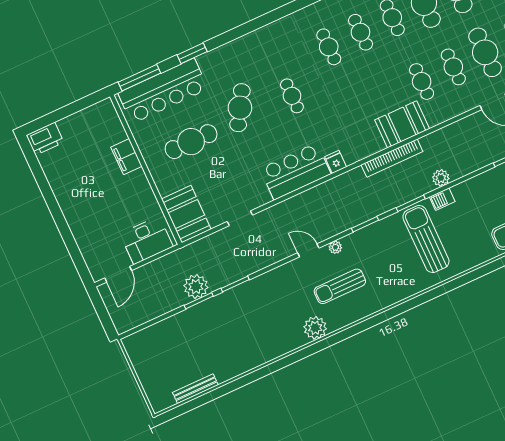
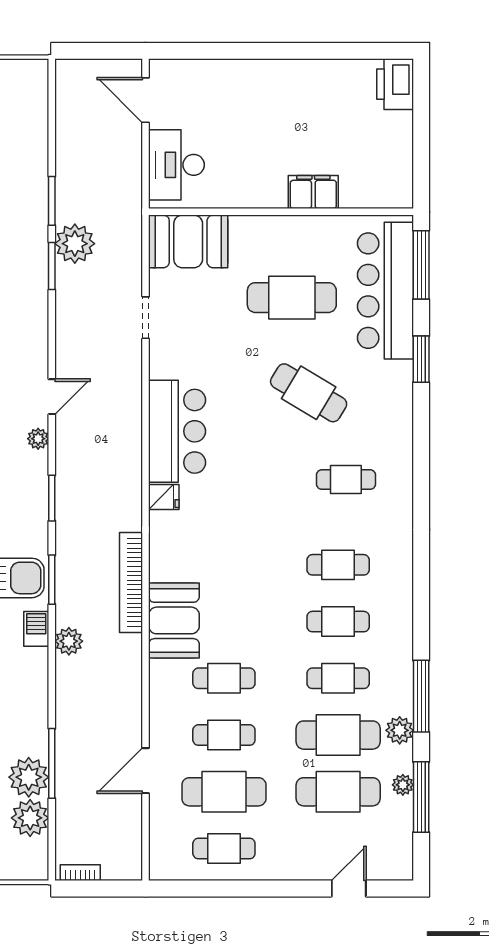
cafe table: (292, 96) -> (346, 480), moved
cafe table: (191, 142) -> (292, 298), turned 90
plant: (196, 287) -> (75, 244), moved

